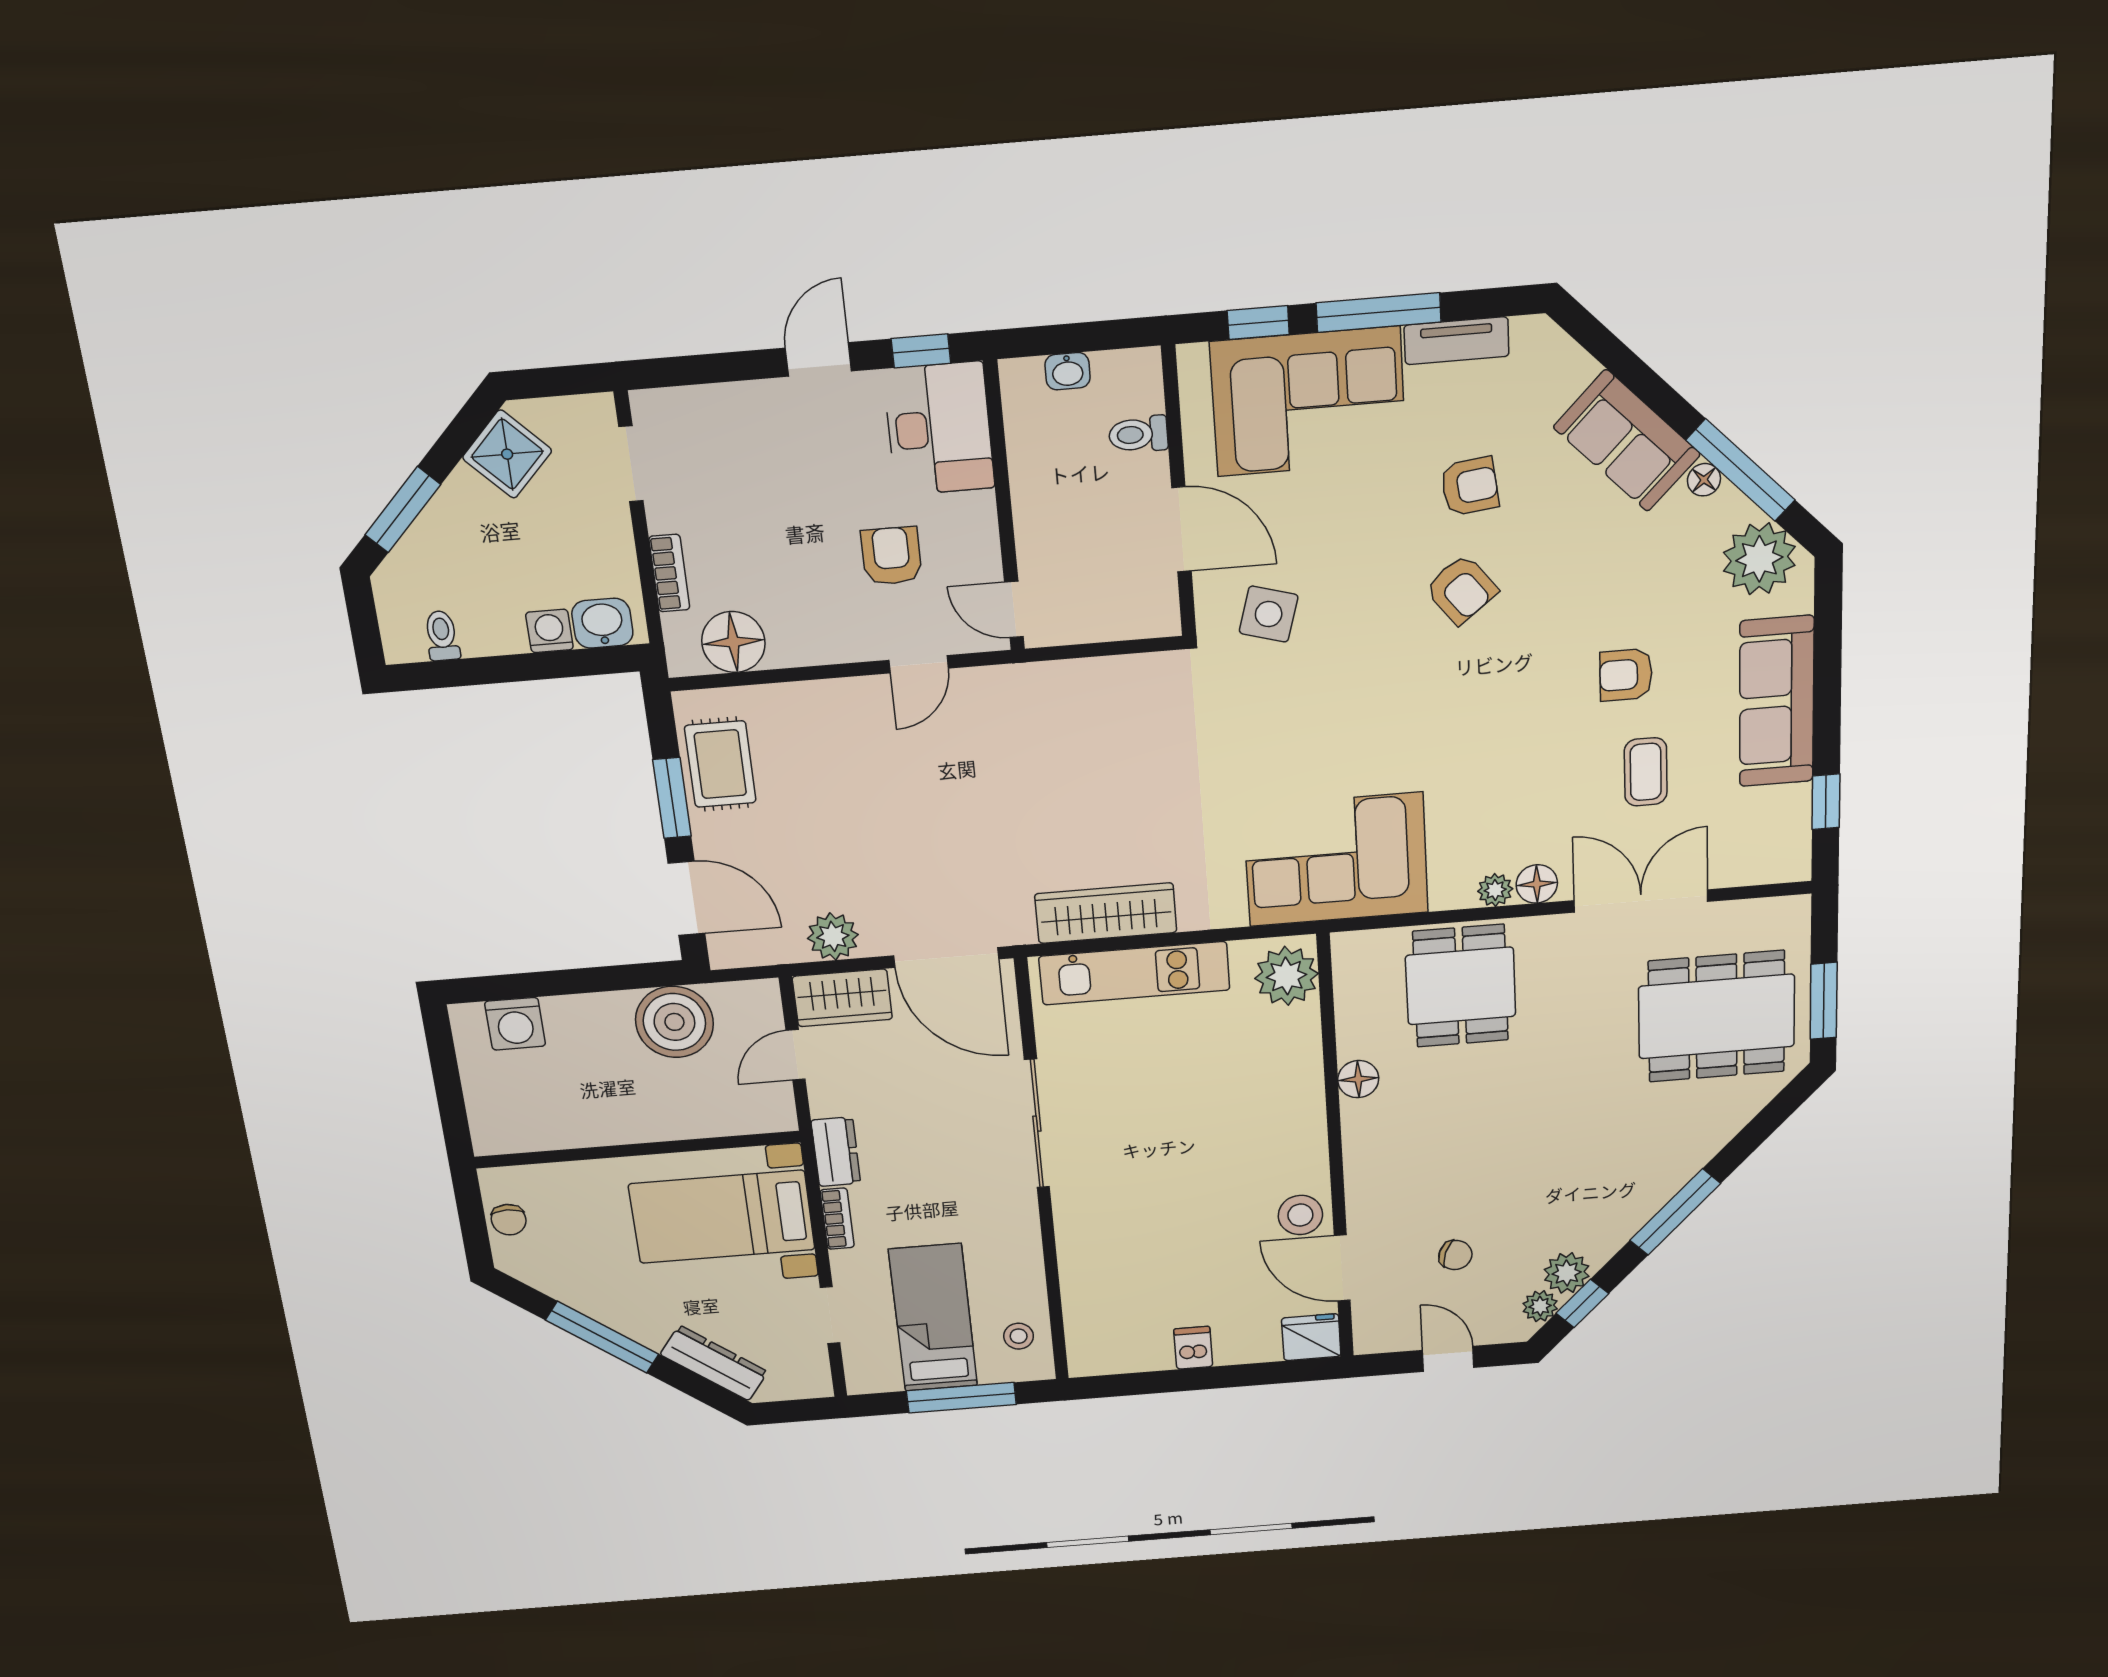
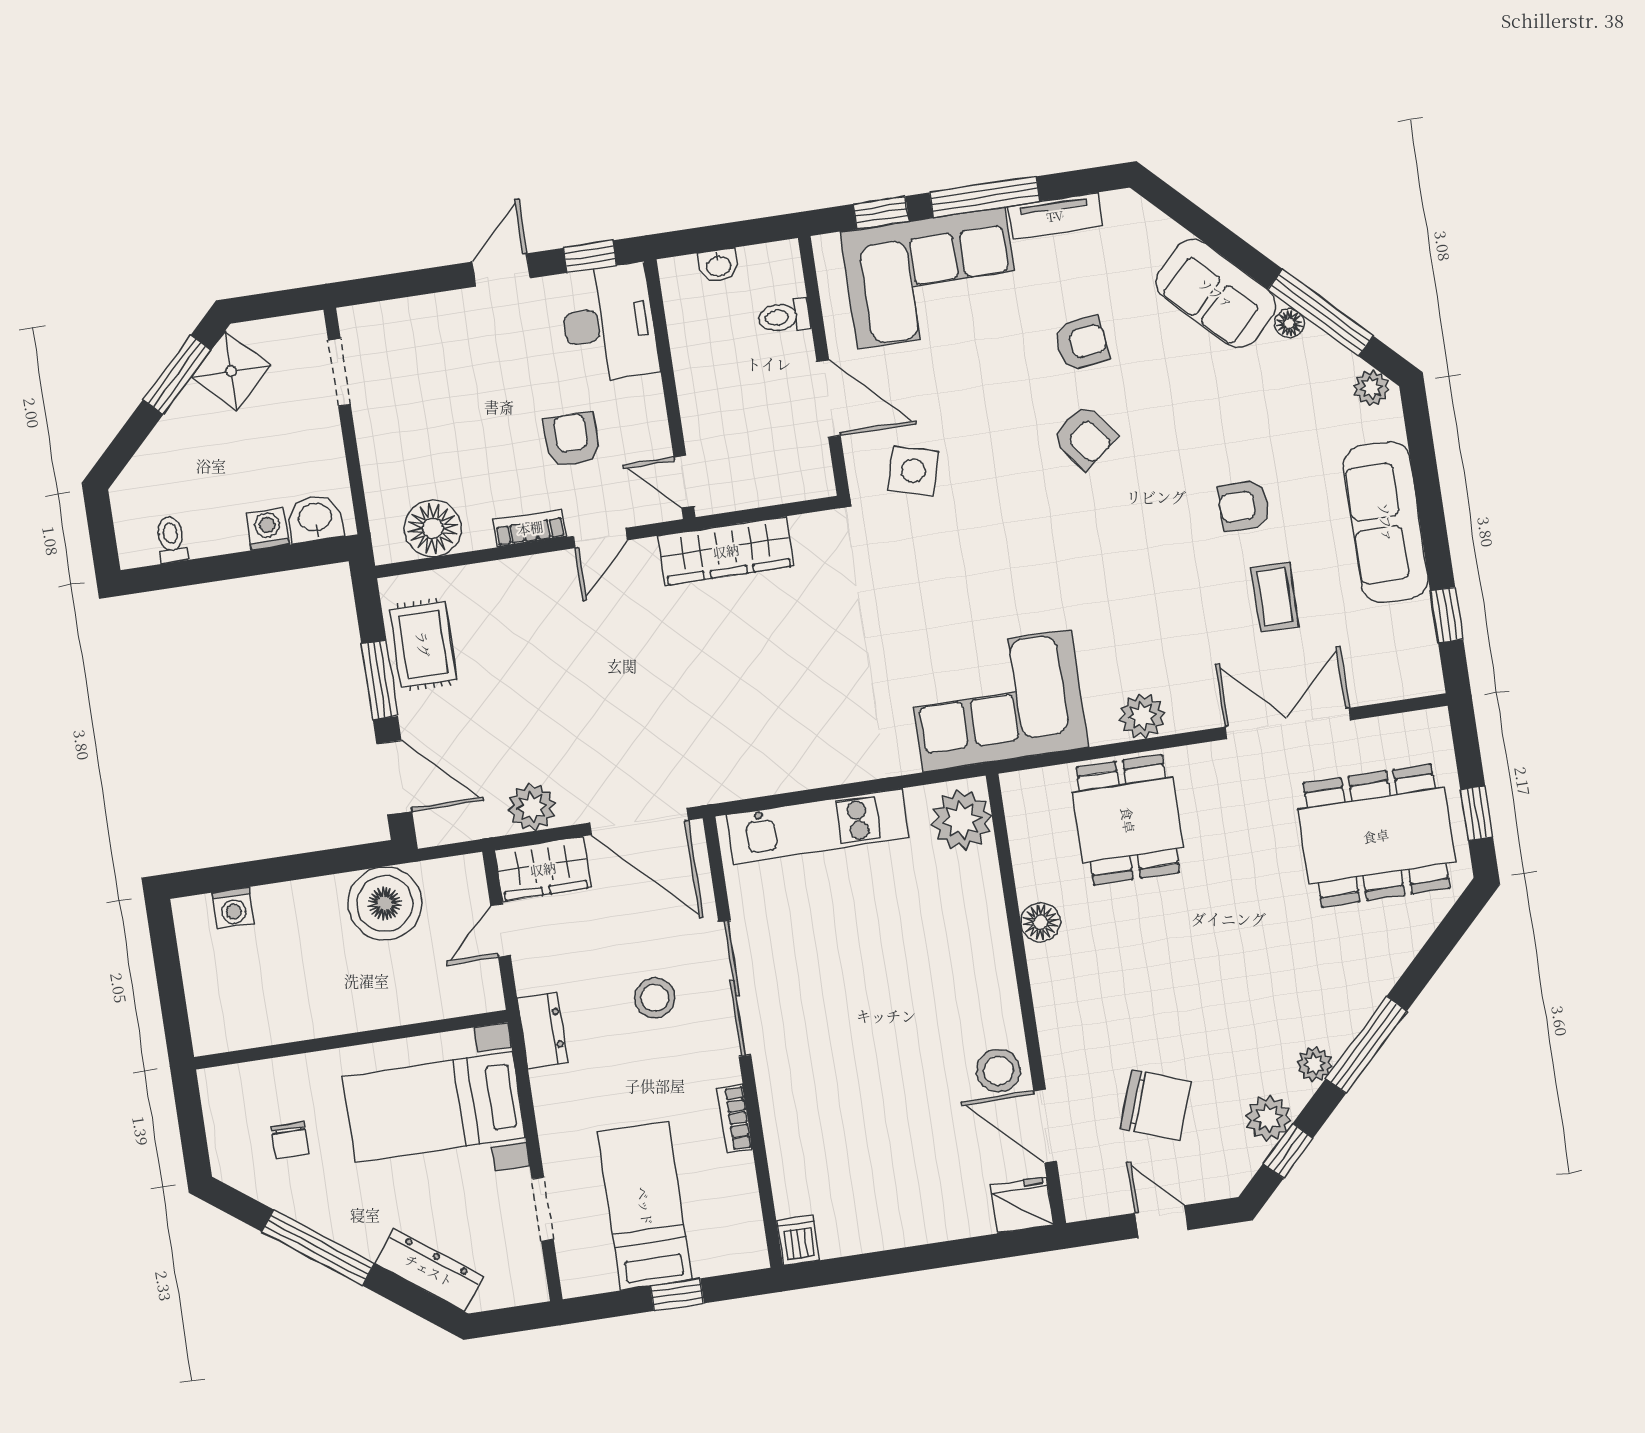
window: (403, 510) -> (177, 375), moved
plant: (1759, 559) -> (1371, 388), width x0.53, depth x0.53
bookcase: (669, 573) -> (530, 528), moved, turned -90
floor lamp: (1537, 884) -> (1188, 713), removed
plant: (1495, 890) -> (1142, 716), width x1.38, depth x1.38
wardrobe: (1106, 913) -> (726, 551), moved, turned 180
window: (1824, 1001) -> (1477, 813), width x0.67
washing machine: (515, 1024) -> (233, 908), width x0.73, depth x0.73
bookcase: (837, 1219) -> (735, 1119), moved, turned 180
chair: (509, 1220) -> (290, 1140), moved
chair: (1455, 1255) -> (1156, 1105), width x1.87, depth x1.87
plant: (1540, 1306) -> (1314, 1064), moved
stool: (1019, 1336) -> (655, 998), moved, width x1.37, depth x1.37
dishwasher: (1193, 1348) -> (799, 1240), moved
window: (961, 1398) -> (677, 1295), width x0.46

